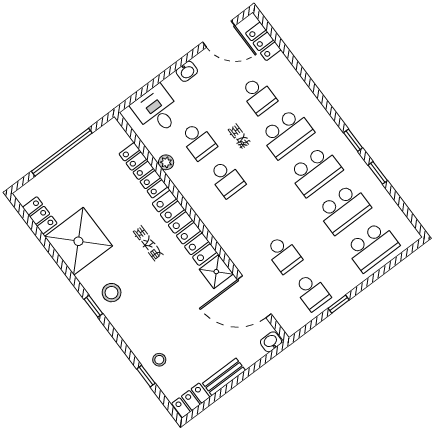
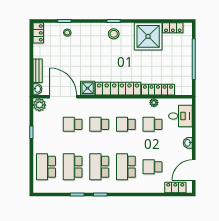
school desk: (312, 292) -> (99, 124), moved
door: (254, 297) -> (63, 97), hinge flipped
plant: (291, 322) -> (39, 105), added
bench: (224, 377) -> (38, 71), moved

